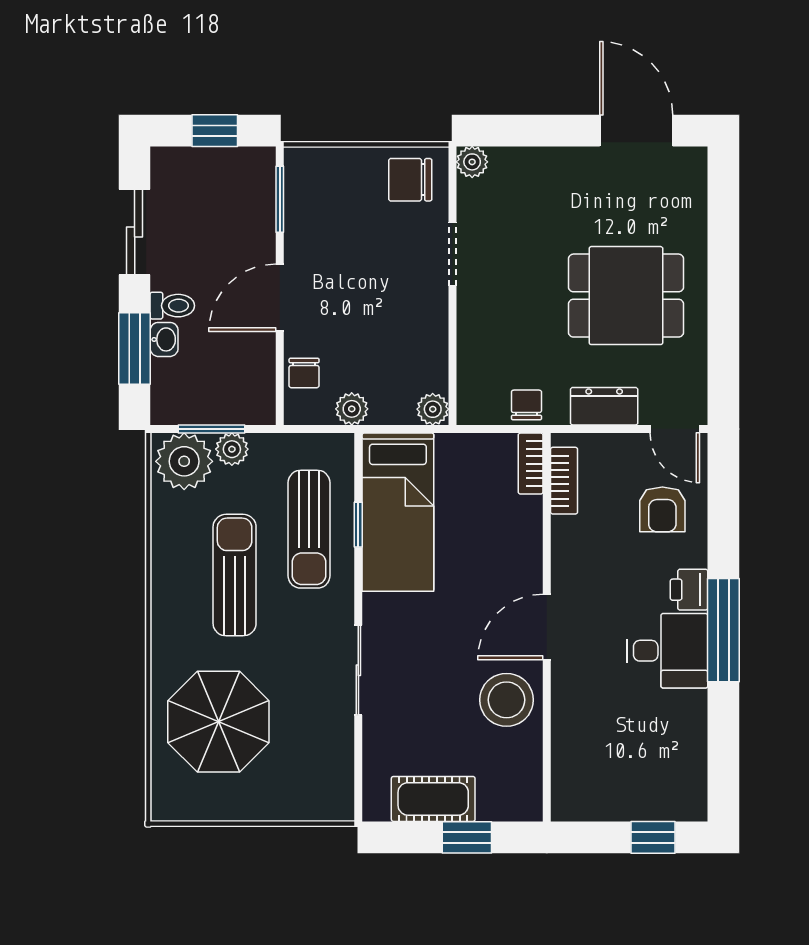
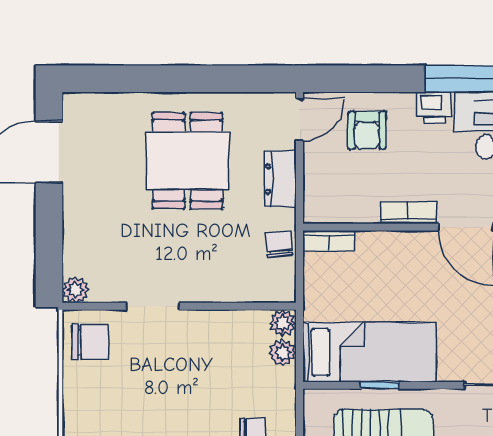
chair: (410, 180) -> (90, 342), turned -90
chair: (526, 405) -> (279, 244), turned 85
plant: (352, 409) -> (283, 352), moved
bookcase: (564, 481) -> (408, 213), moved
armchair: (662, 509) -> (367, 130), turned 90

